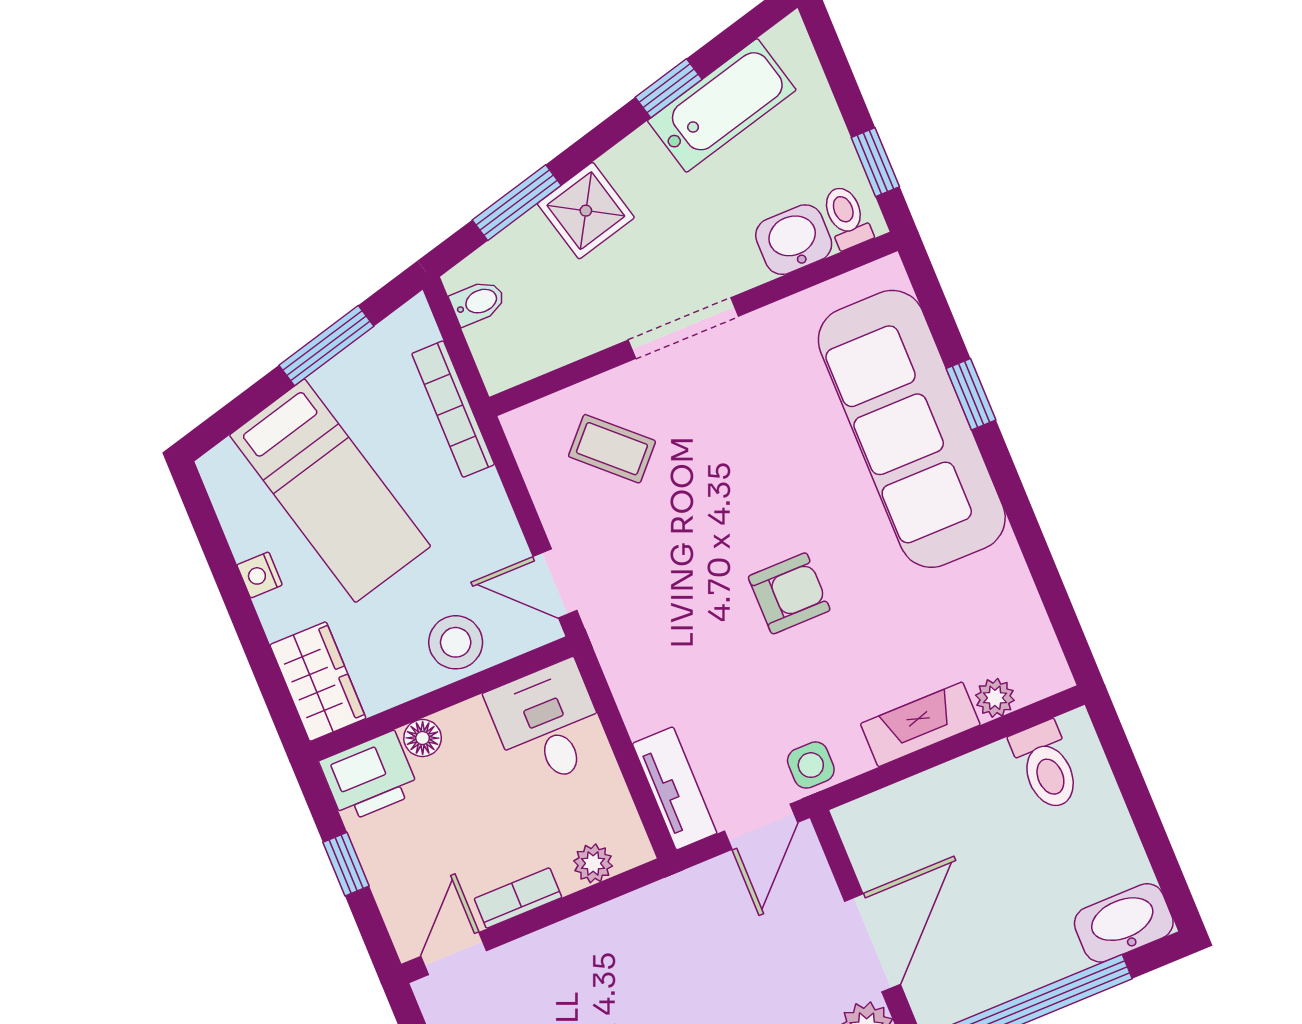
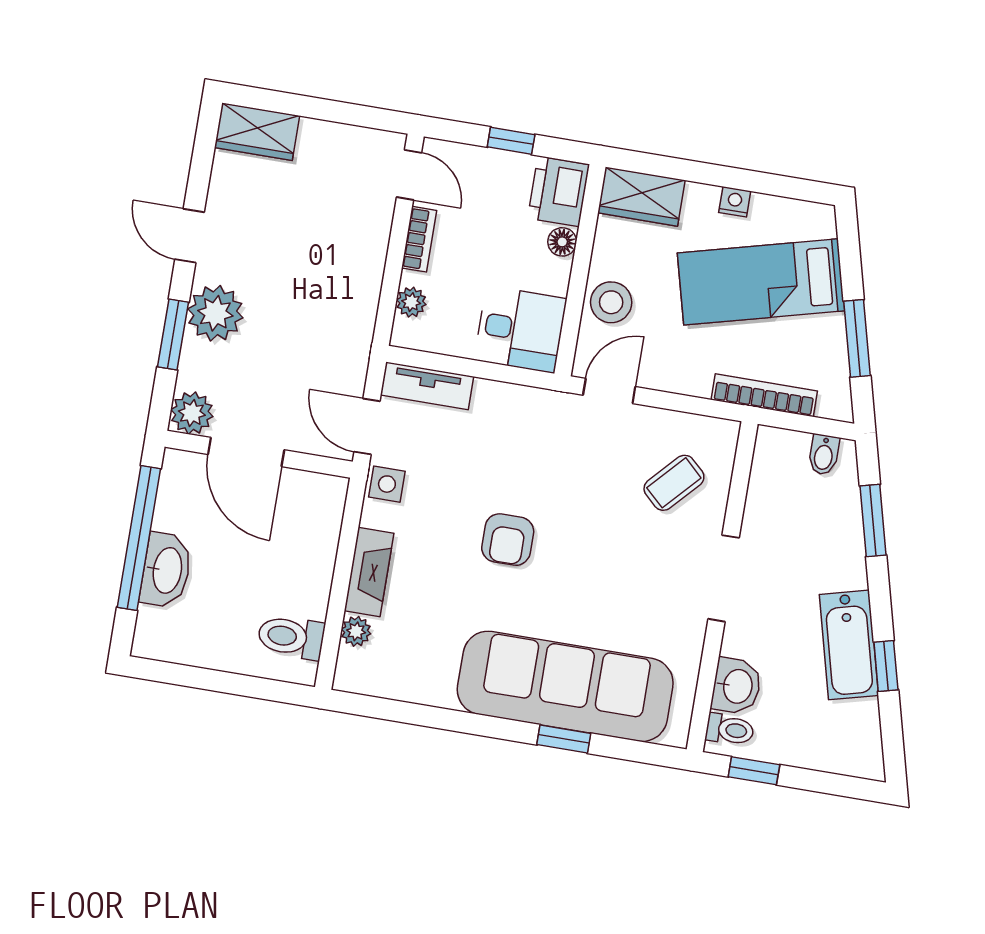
bathtub: (722, 105) -> (849, 645), moved
shower: (586, 211) -> (840, 562), removed
washbasin: (1124, 923) -> (166, 570), moved

